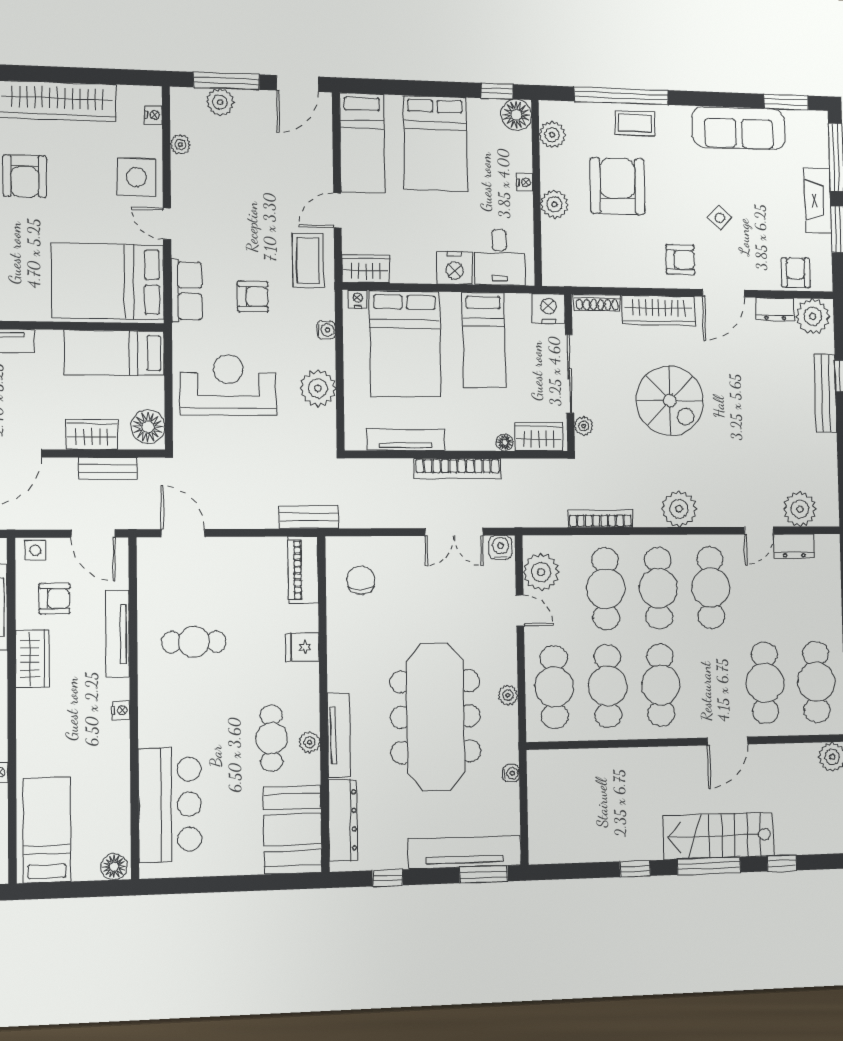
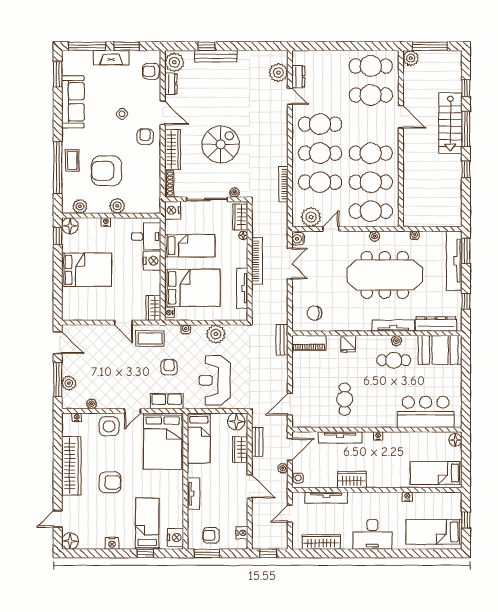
bed: (362, 143) -> (88, 309), removed
plant: (679, 509) -> (283, 468), moved, width x0.53, depth x0.53
armchair: (54, 598) -> (322, 469), removed

